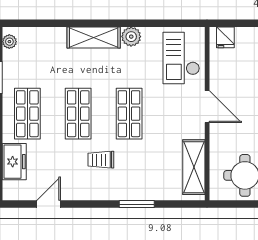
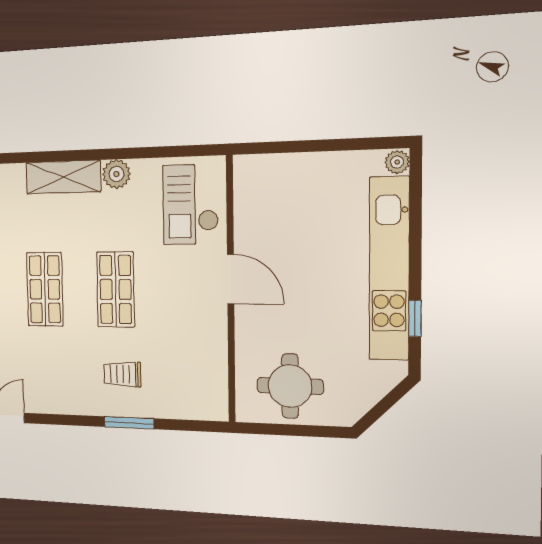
fridge: (225, 37) -> (258, 171), removed
trolley: (101, 160) -> (122, 374), moved
shelving: (194, 167) -> (212, 371), removed

